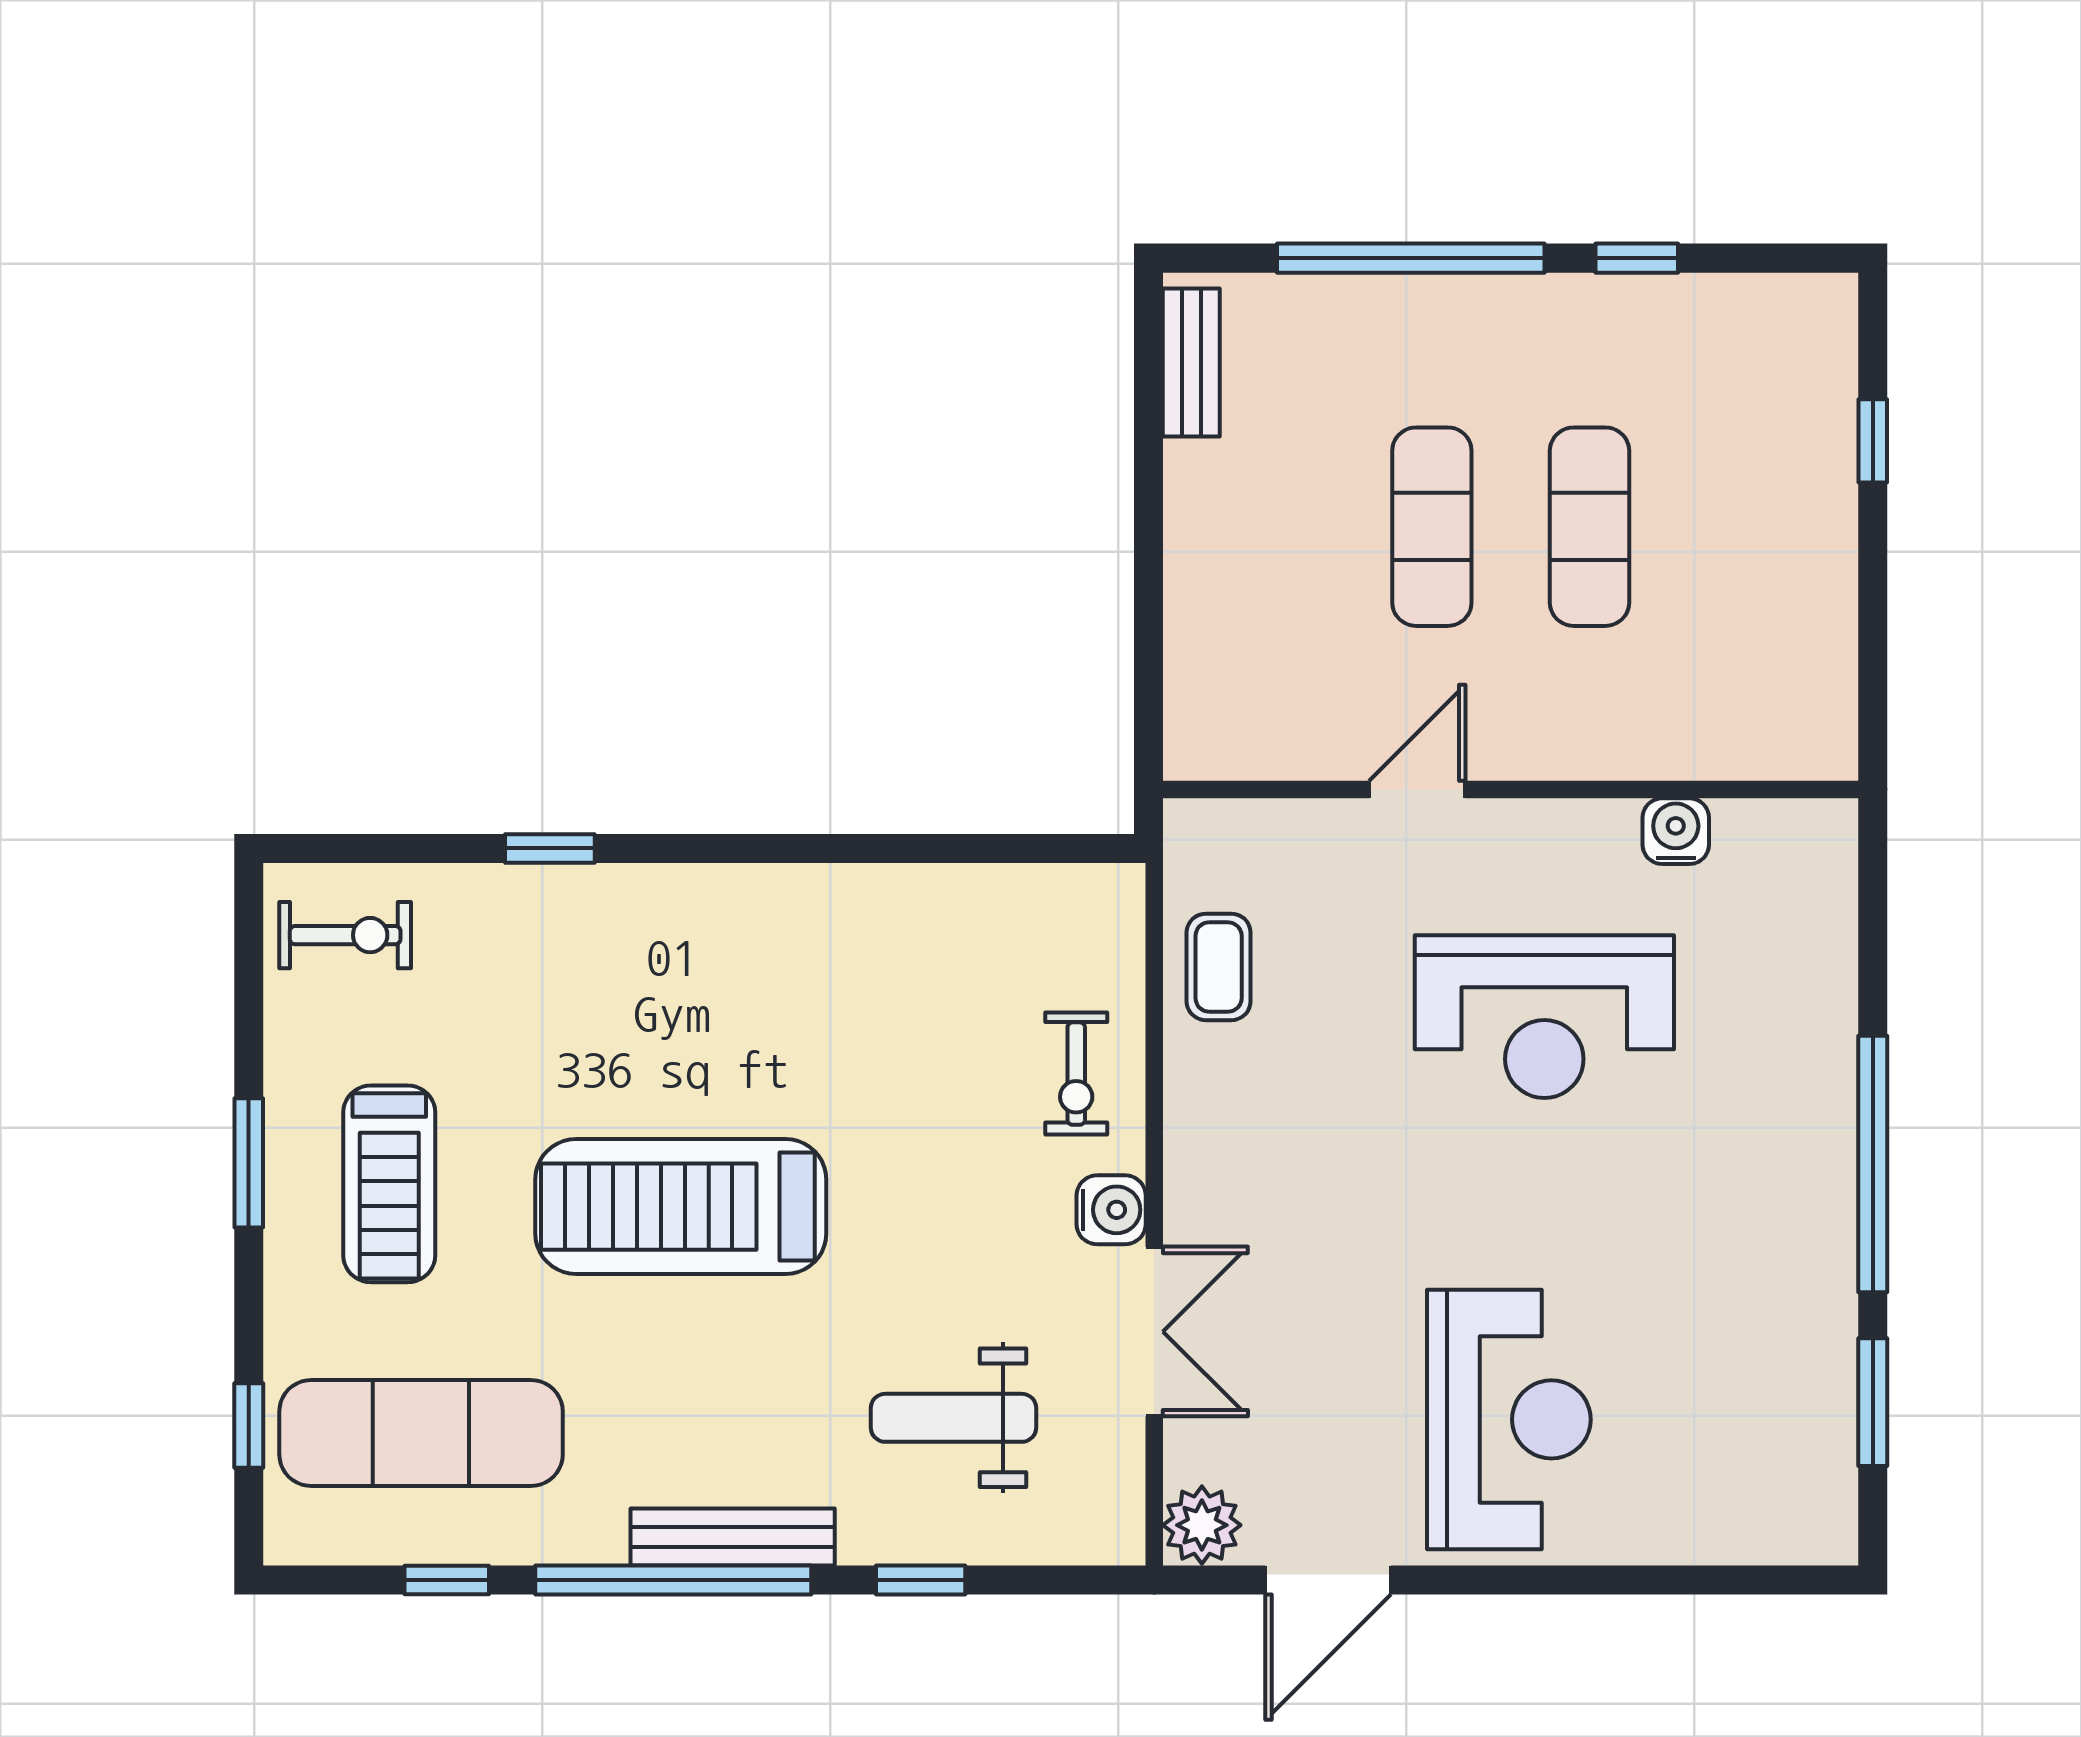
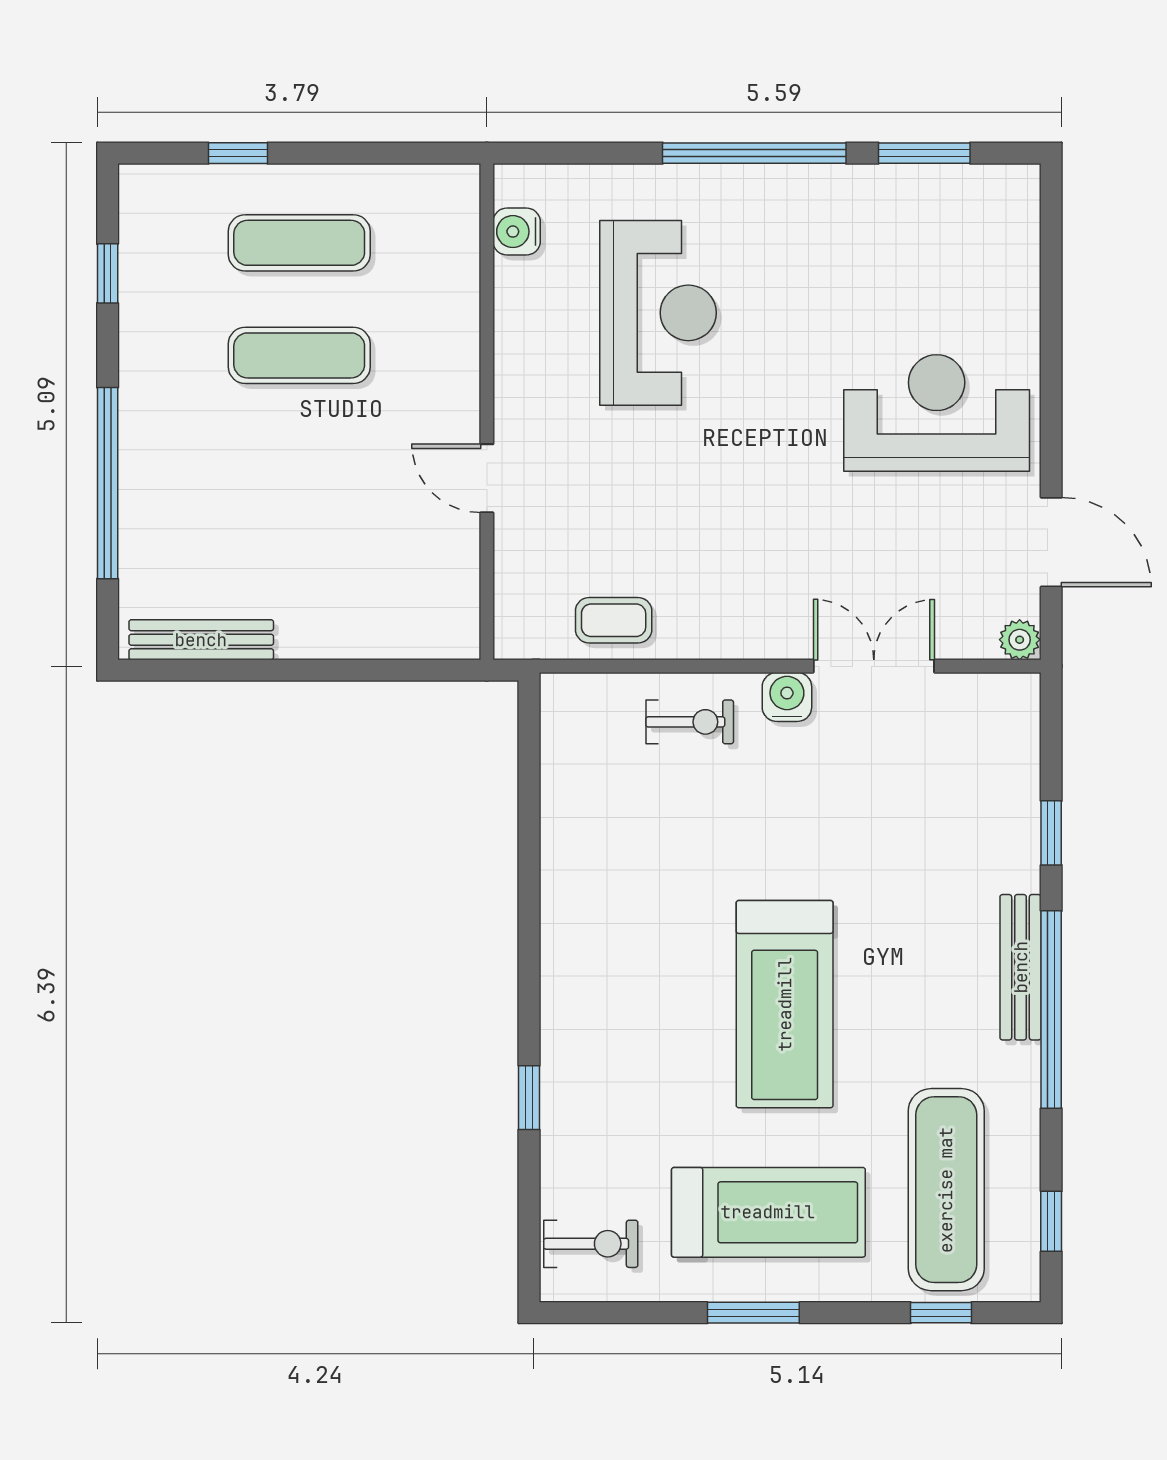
window: (1637, 258) -> (108, 273), moved
bench: (1191, 362) -> (201, 640), width x1.36
exercise mat: (1432, 527) -> (299, 243), moved
water cooler: (1676, 831) -> (517, 232), moved
exercise bike: (345, 935) -> (591, 1244), turned 90
reception desk: (1544, 1017) -> (658, 313), moved
treadmill: (389, 1184) -> (768, 1212), width x1.37, depth x1.38
weight bench: (953, 1418) -> (935, 809), removed
plant: (1202, 1525) -> (1020, 640), width x0.73, depth x0.73
window: (447, 1580) -> (1051, 1221), moved

